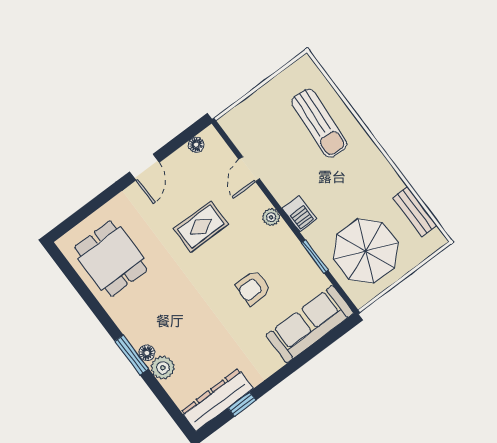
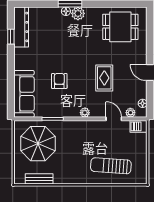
plant: (222, 152) -> (130, 113), added
barbecue: (299, 214) -> (138, 126), moved
plant: (163, 368) -> (78, 13), moved

